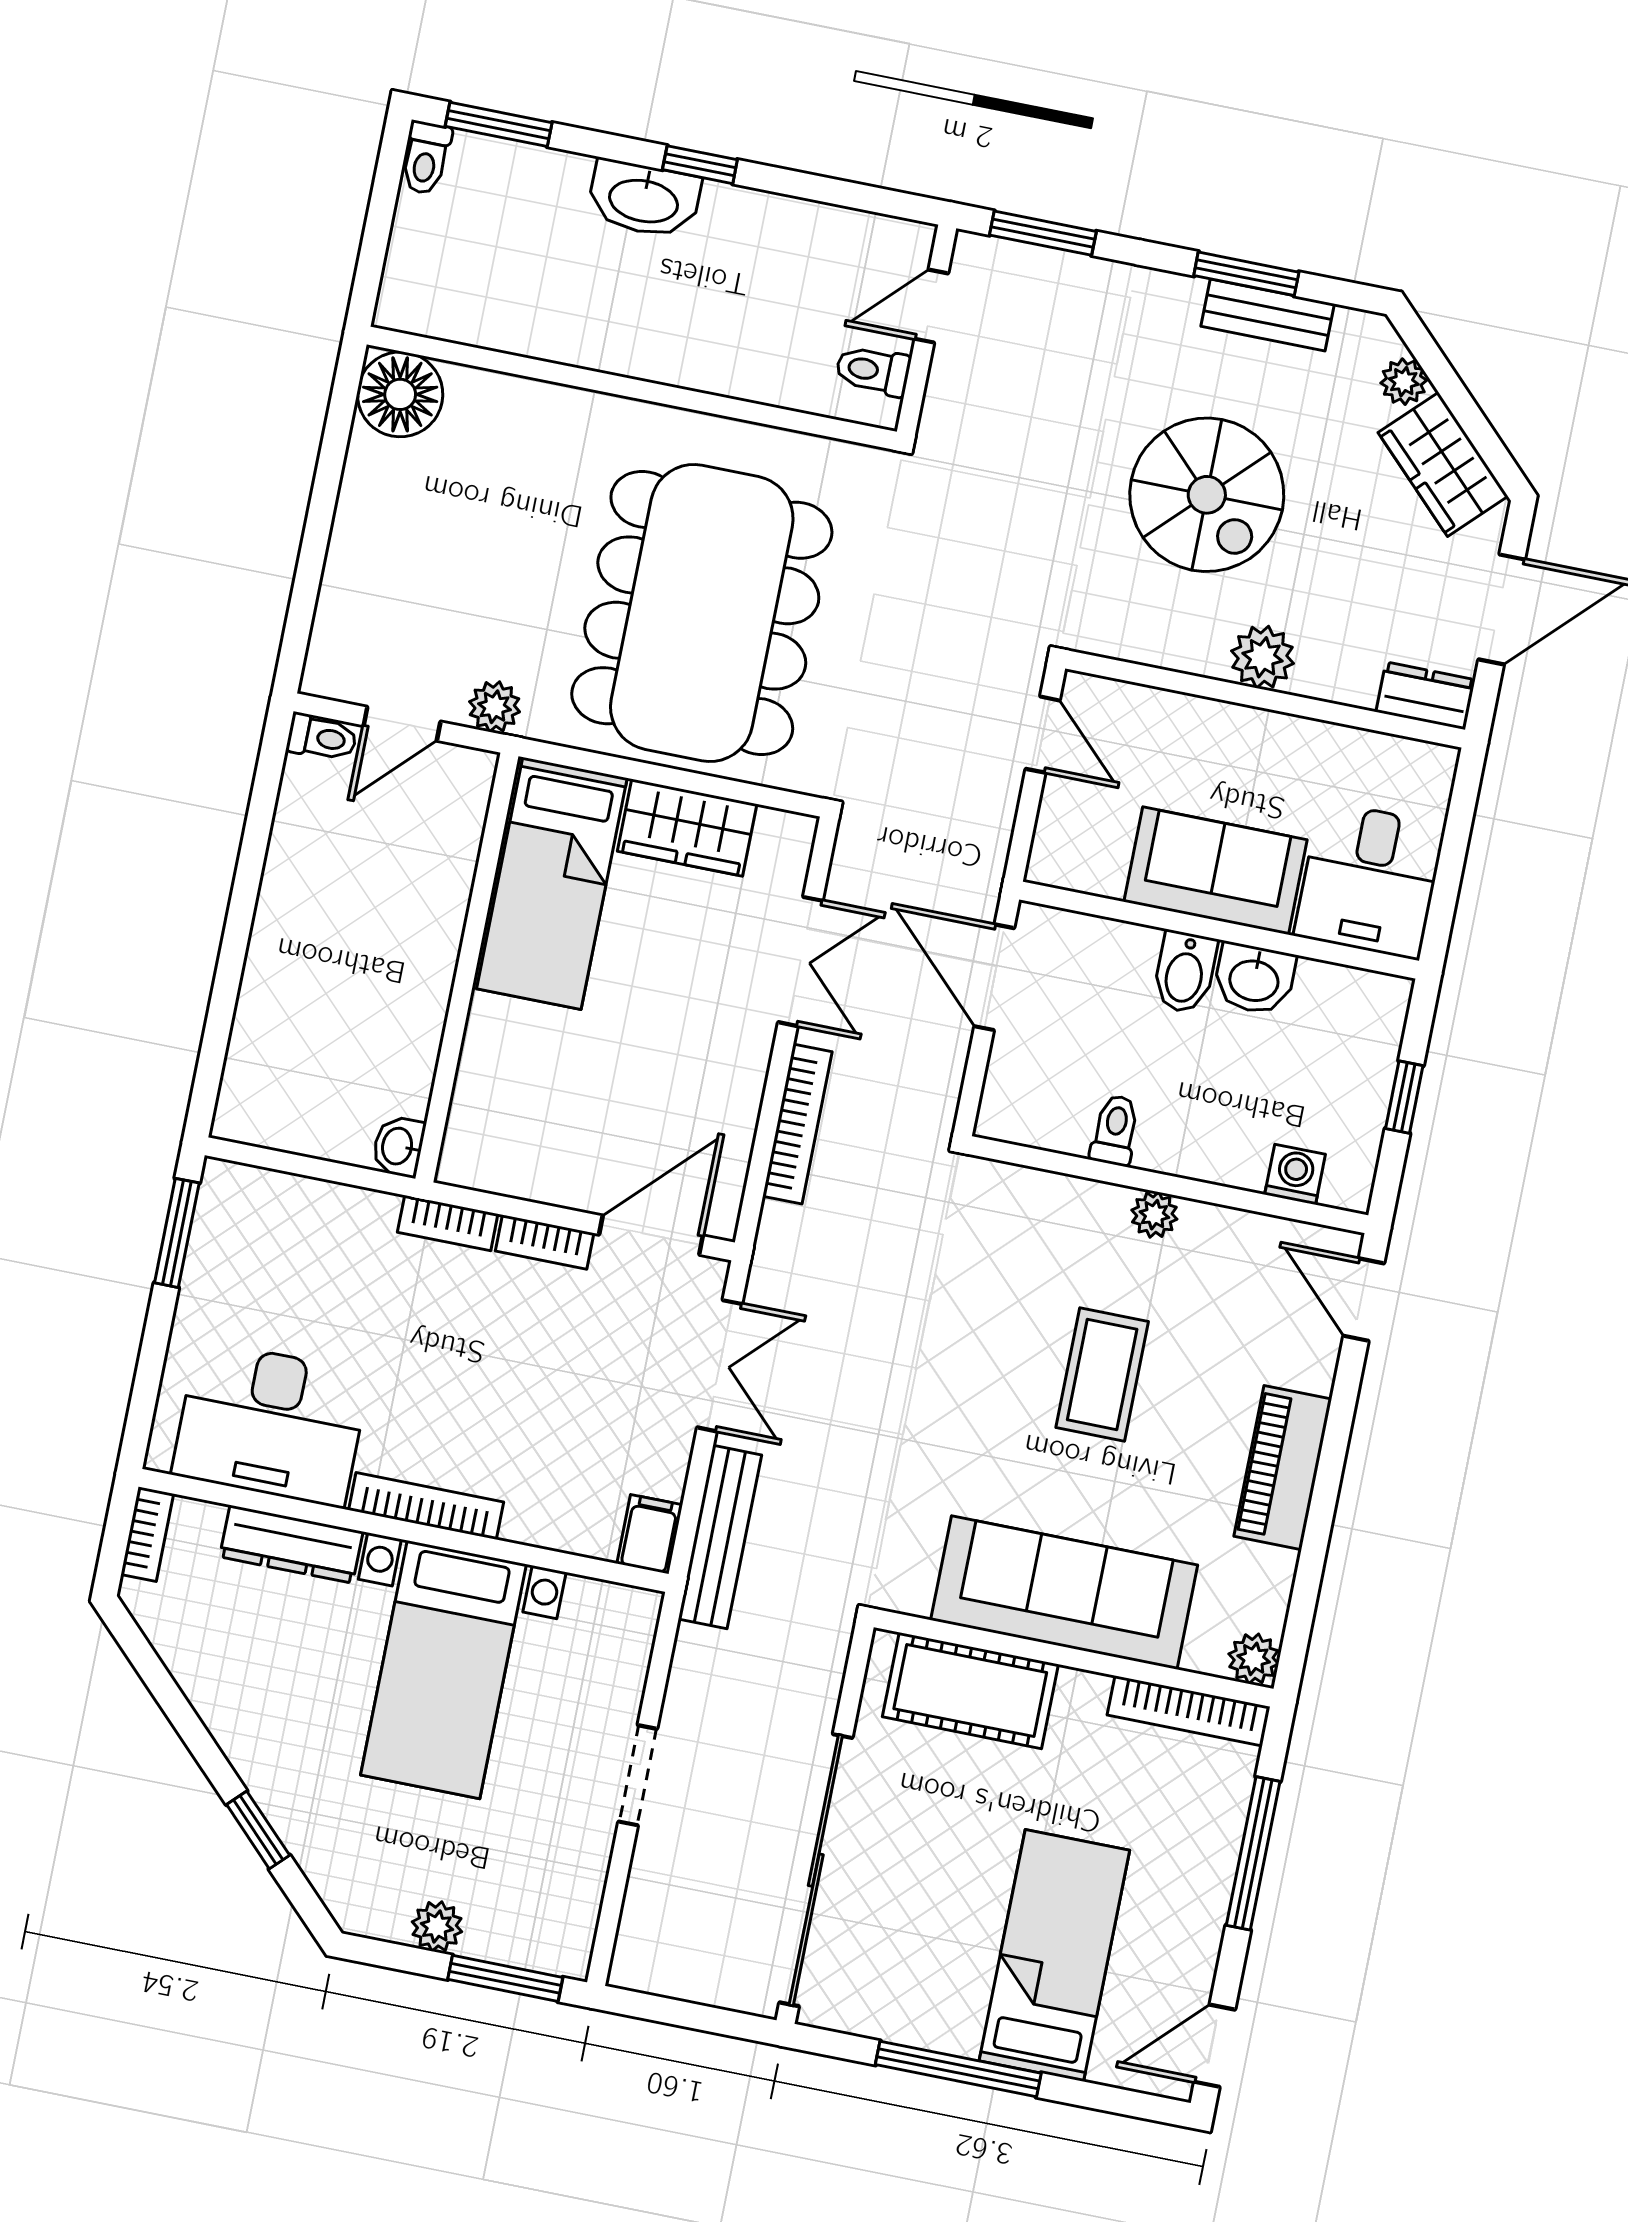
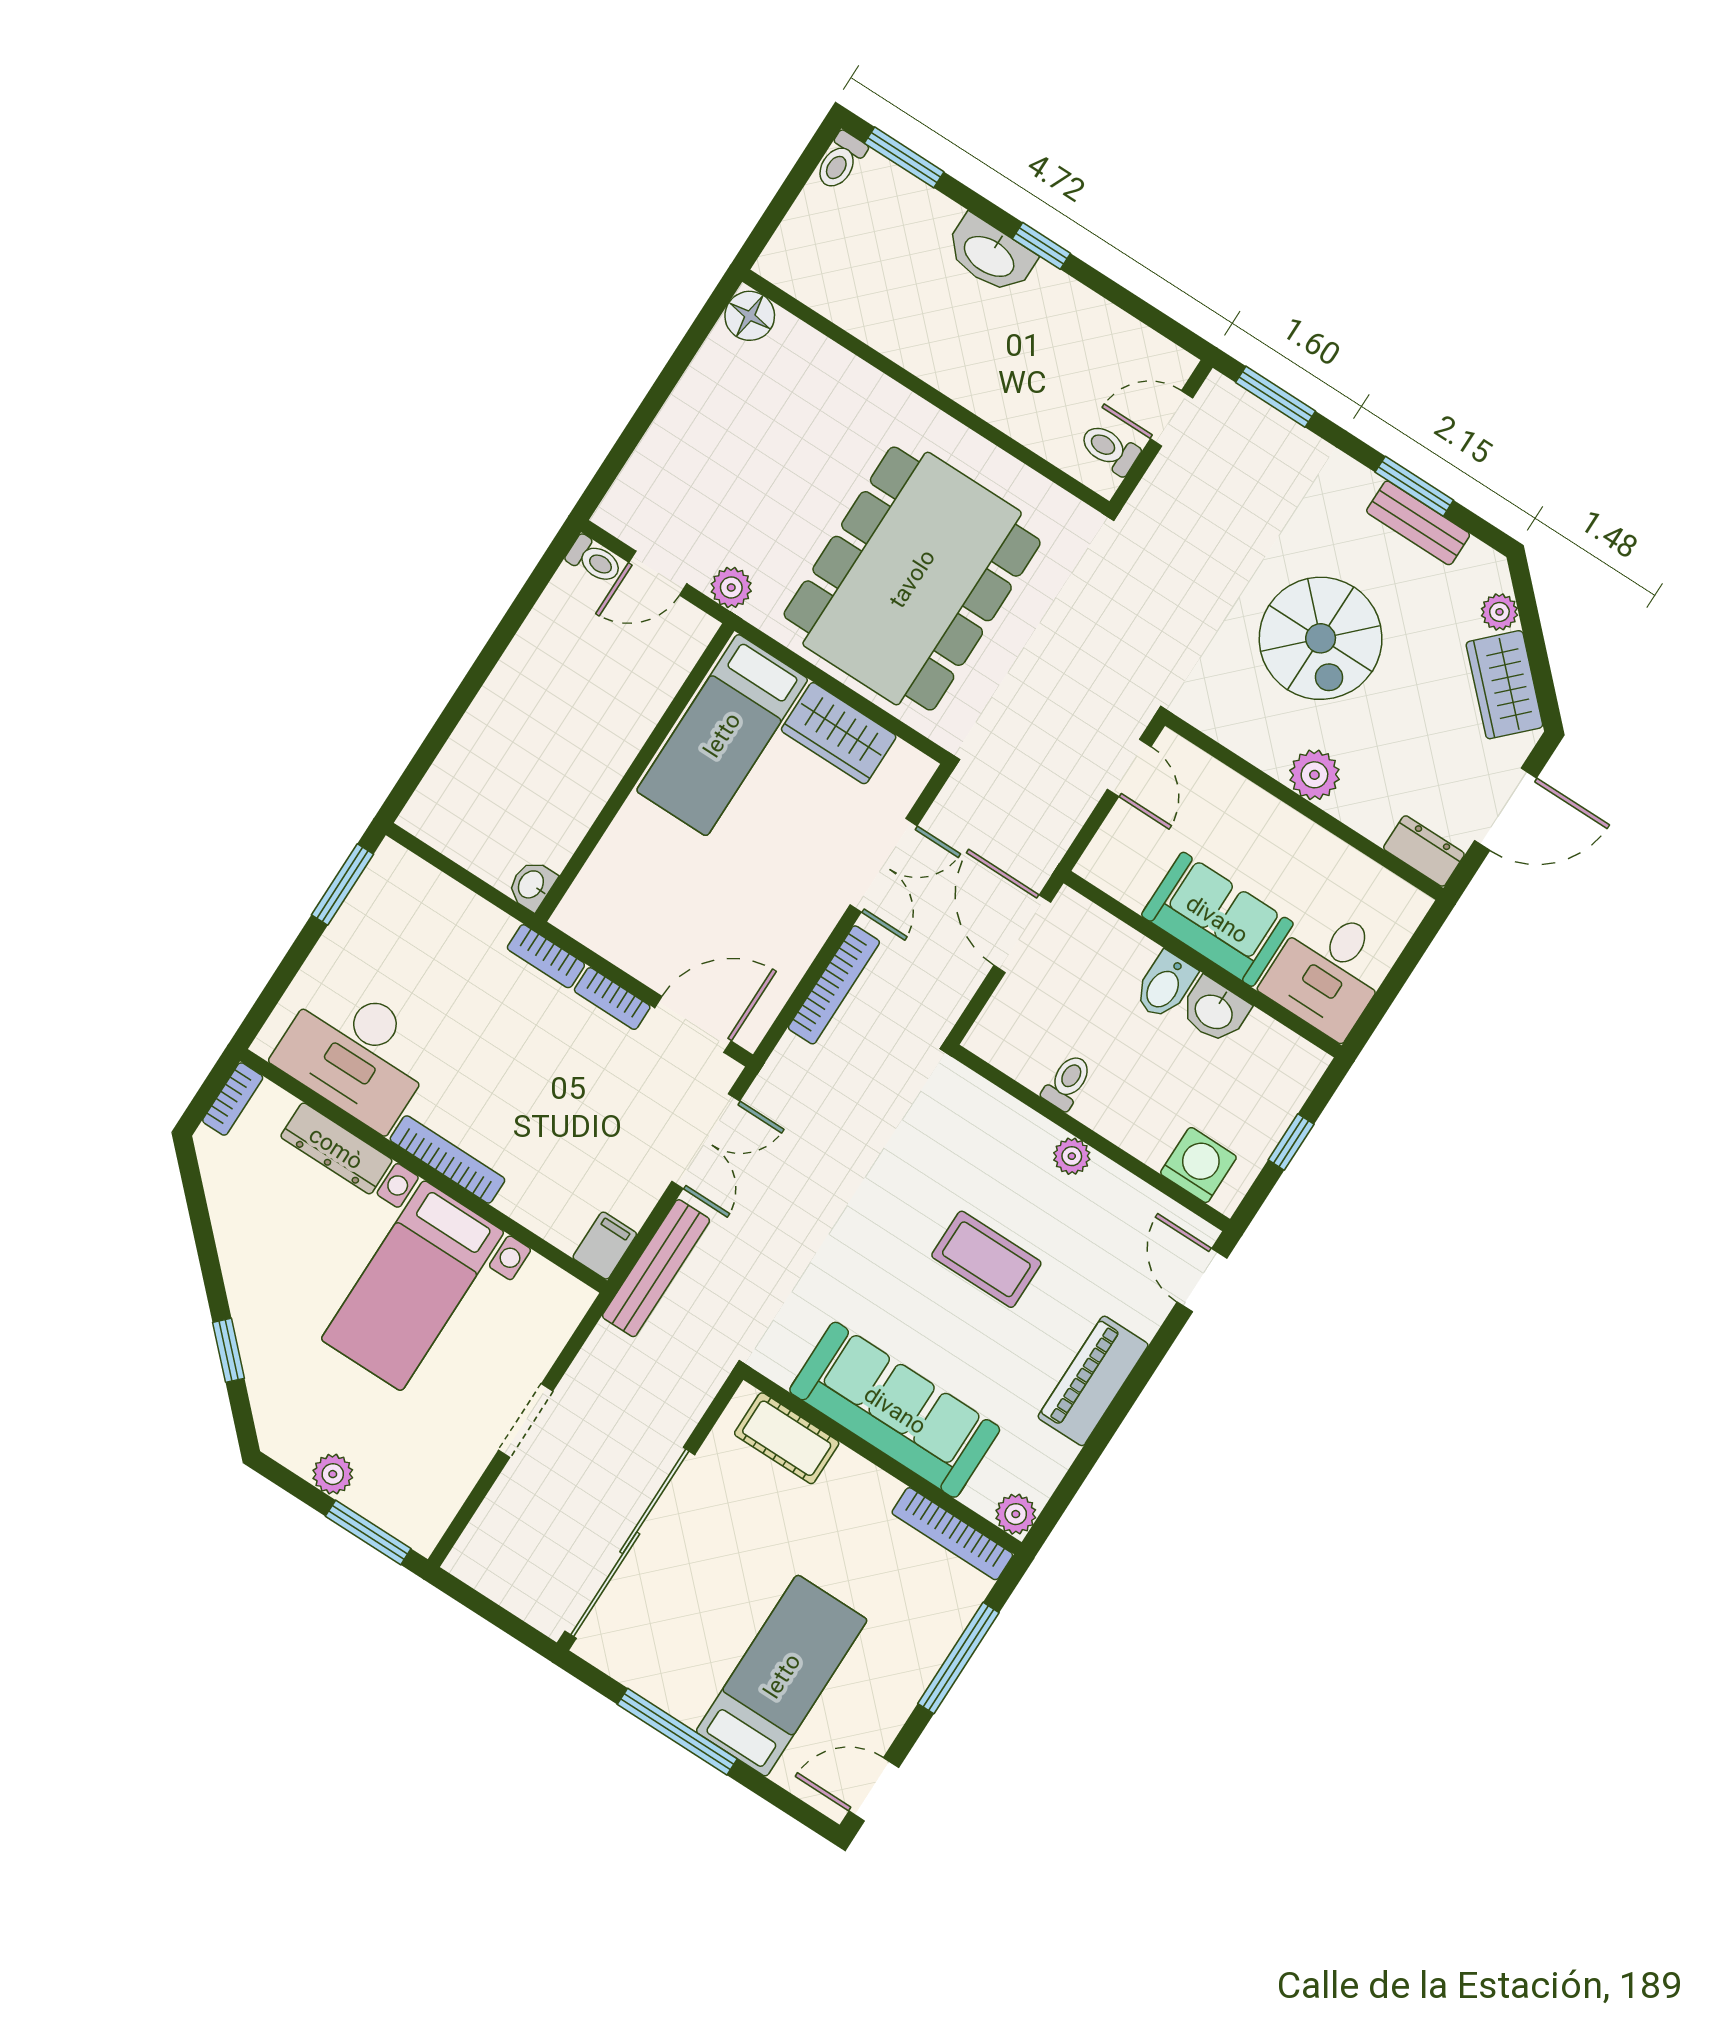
floor lamp: (400, 394) -> (750, 316), width x0.73, depth x0.73
washing machine: (1295, 1174) -> (1198, 1165), width x1.38, depth x1.38
coffee table: (1102, 1375) -> (986, 1259), turned 90
cot: (970, 1691) -> (787, 1438), width x0.73, depth x0.75

